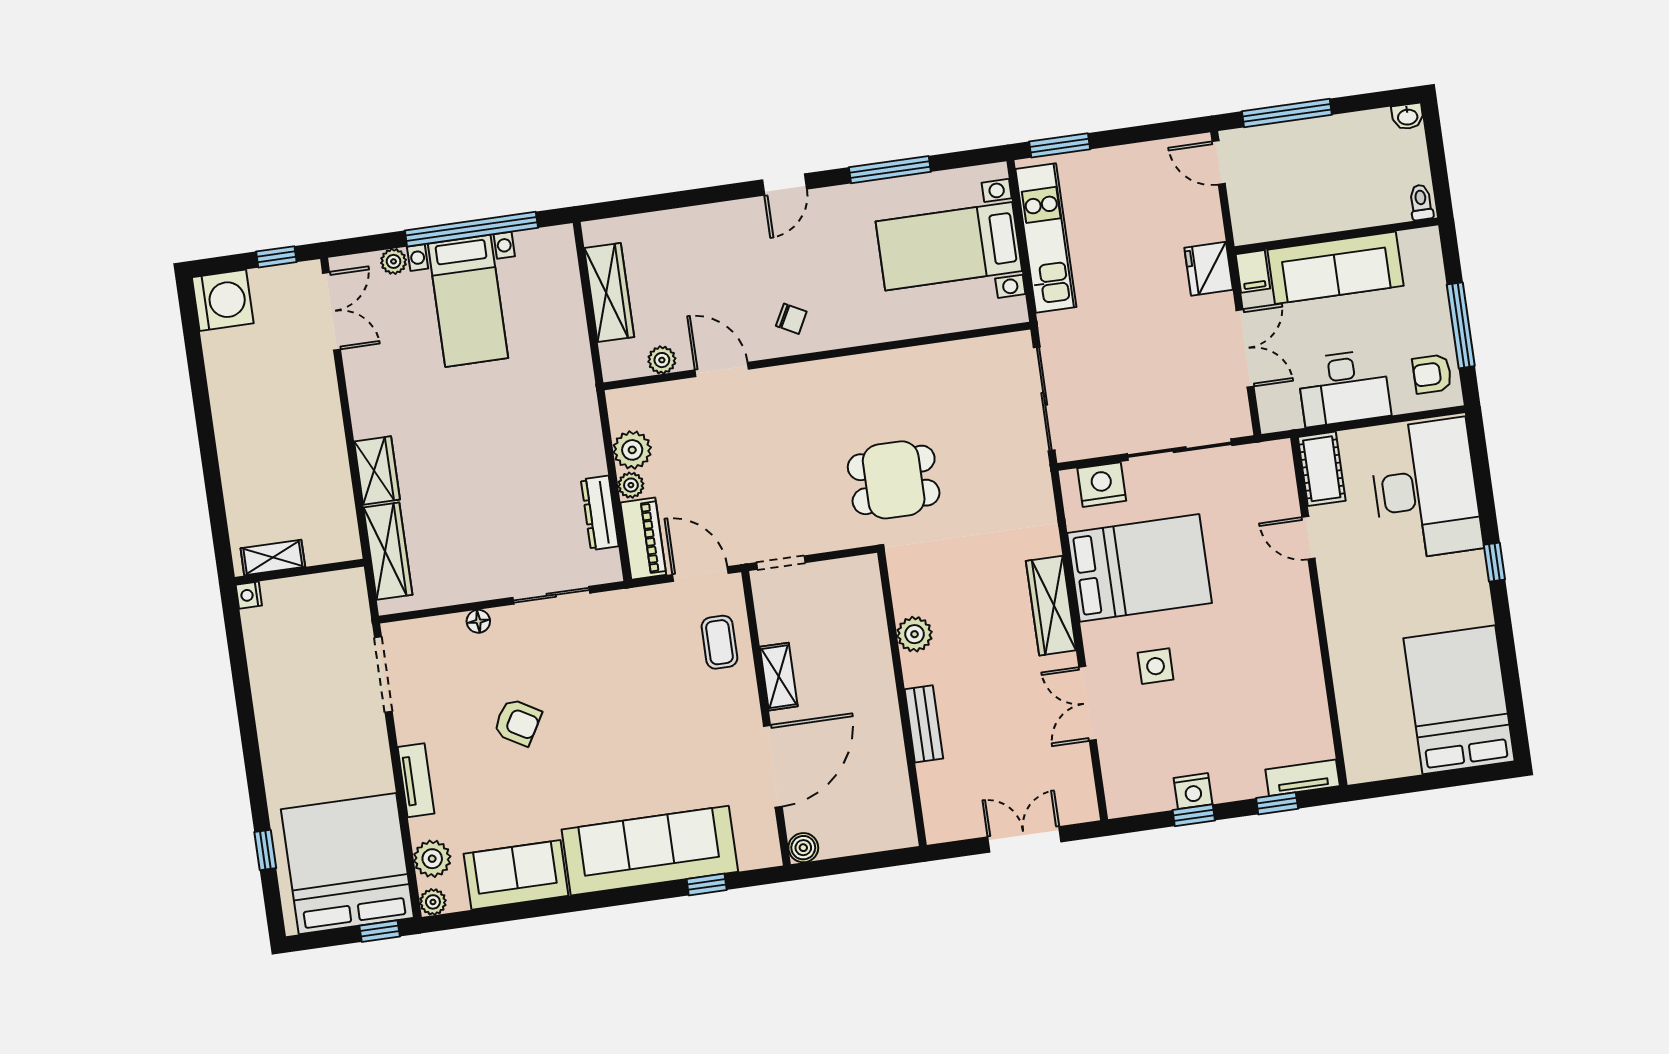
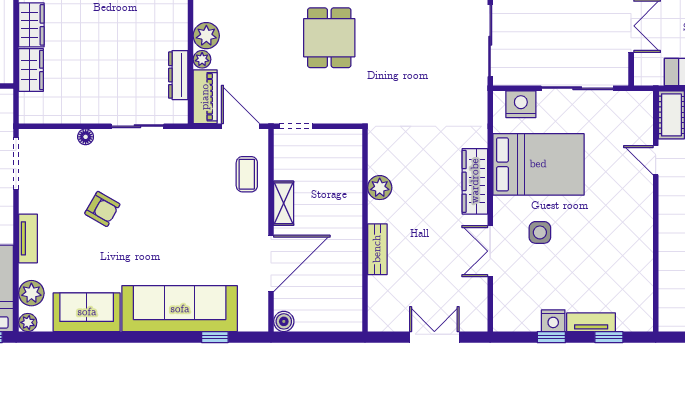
dining table: (894, 480) -> (329, 38), moved, turned 90
wardrobe: (388, 551) -> (31, 70), width x0.67
tv unit: (1303, 778) -> (591, 322), moved

